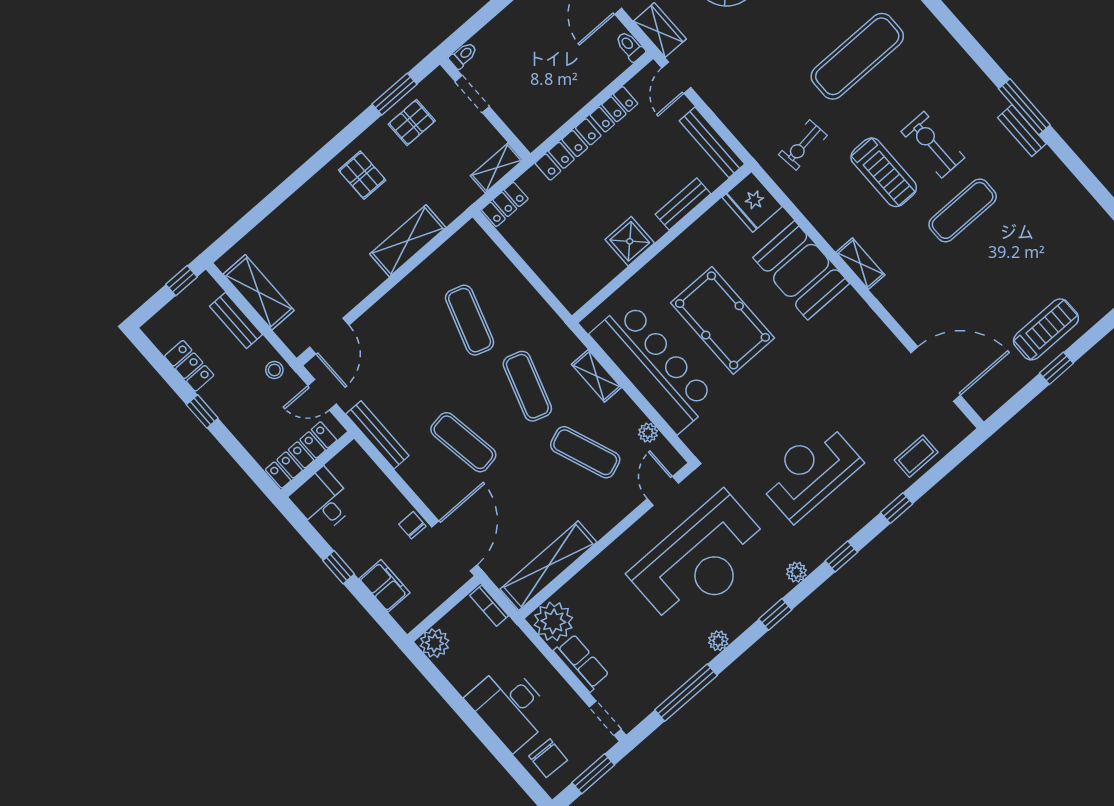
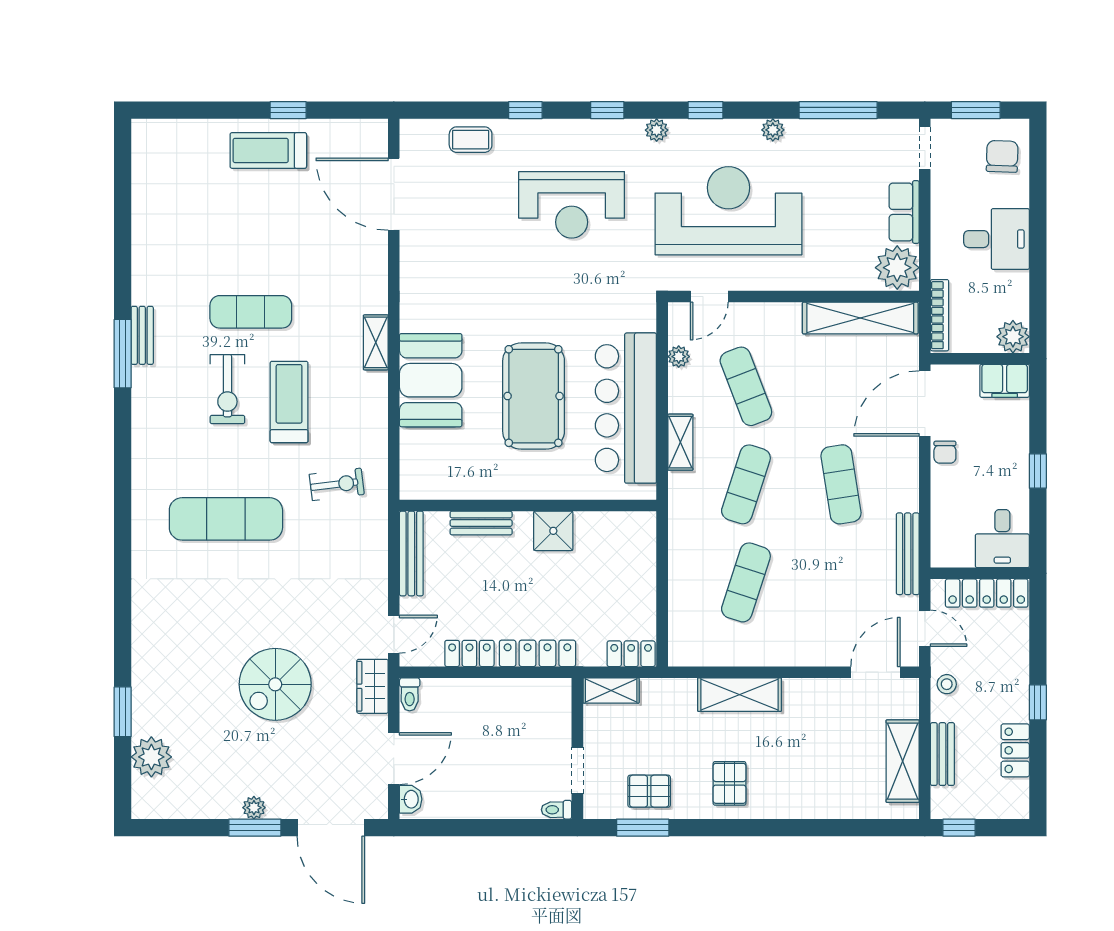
fridge: (752, 202) -> (421, 474), removed
filing cabinet: (384, 586) -> (1005, 381), moved, turned -90
bookcase: (489, 606) -> (940, 315), width x1.56
desk: (510, 707) -> (997, 239), width x0.73

